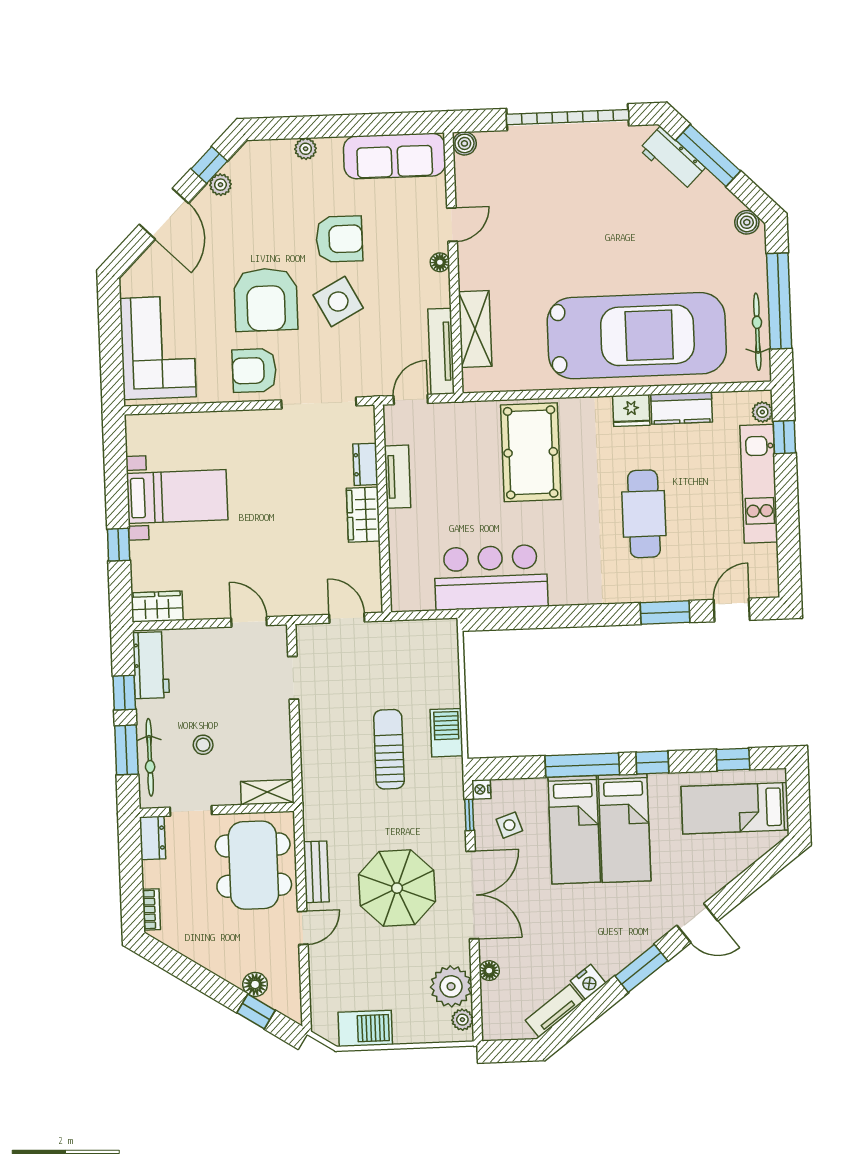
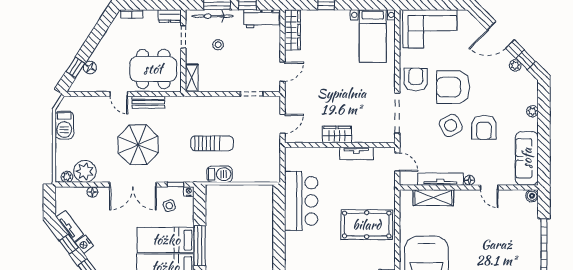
tv unit: (441, 351) -> (440, 179), moved
dresser: (365, 464) -> (364, 137), removed
bed with nightstands: (177, 497) -> (373, 36), moved
wardrobe: (157, 607) -> (292, 30), width x1.50
window: (589, 1011) -> (69, 244), added

